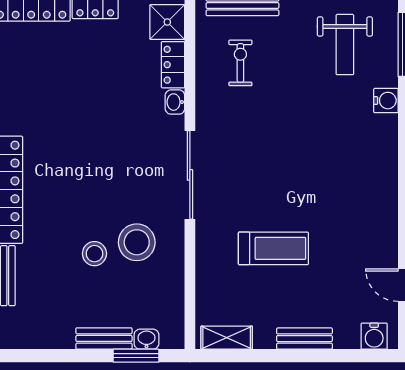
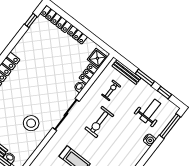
weight bench: (345, 45) -> (150, 111), turned 180
exercise bike: (264, 140) -> (99, 122), added
stool: (94, 254) -> (14, 116), removed

